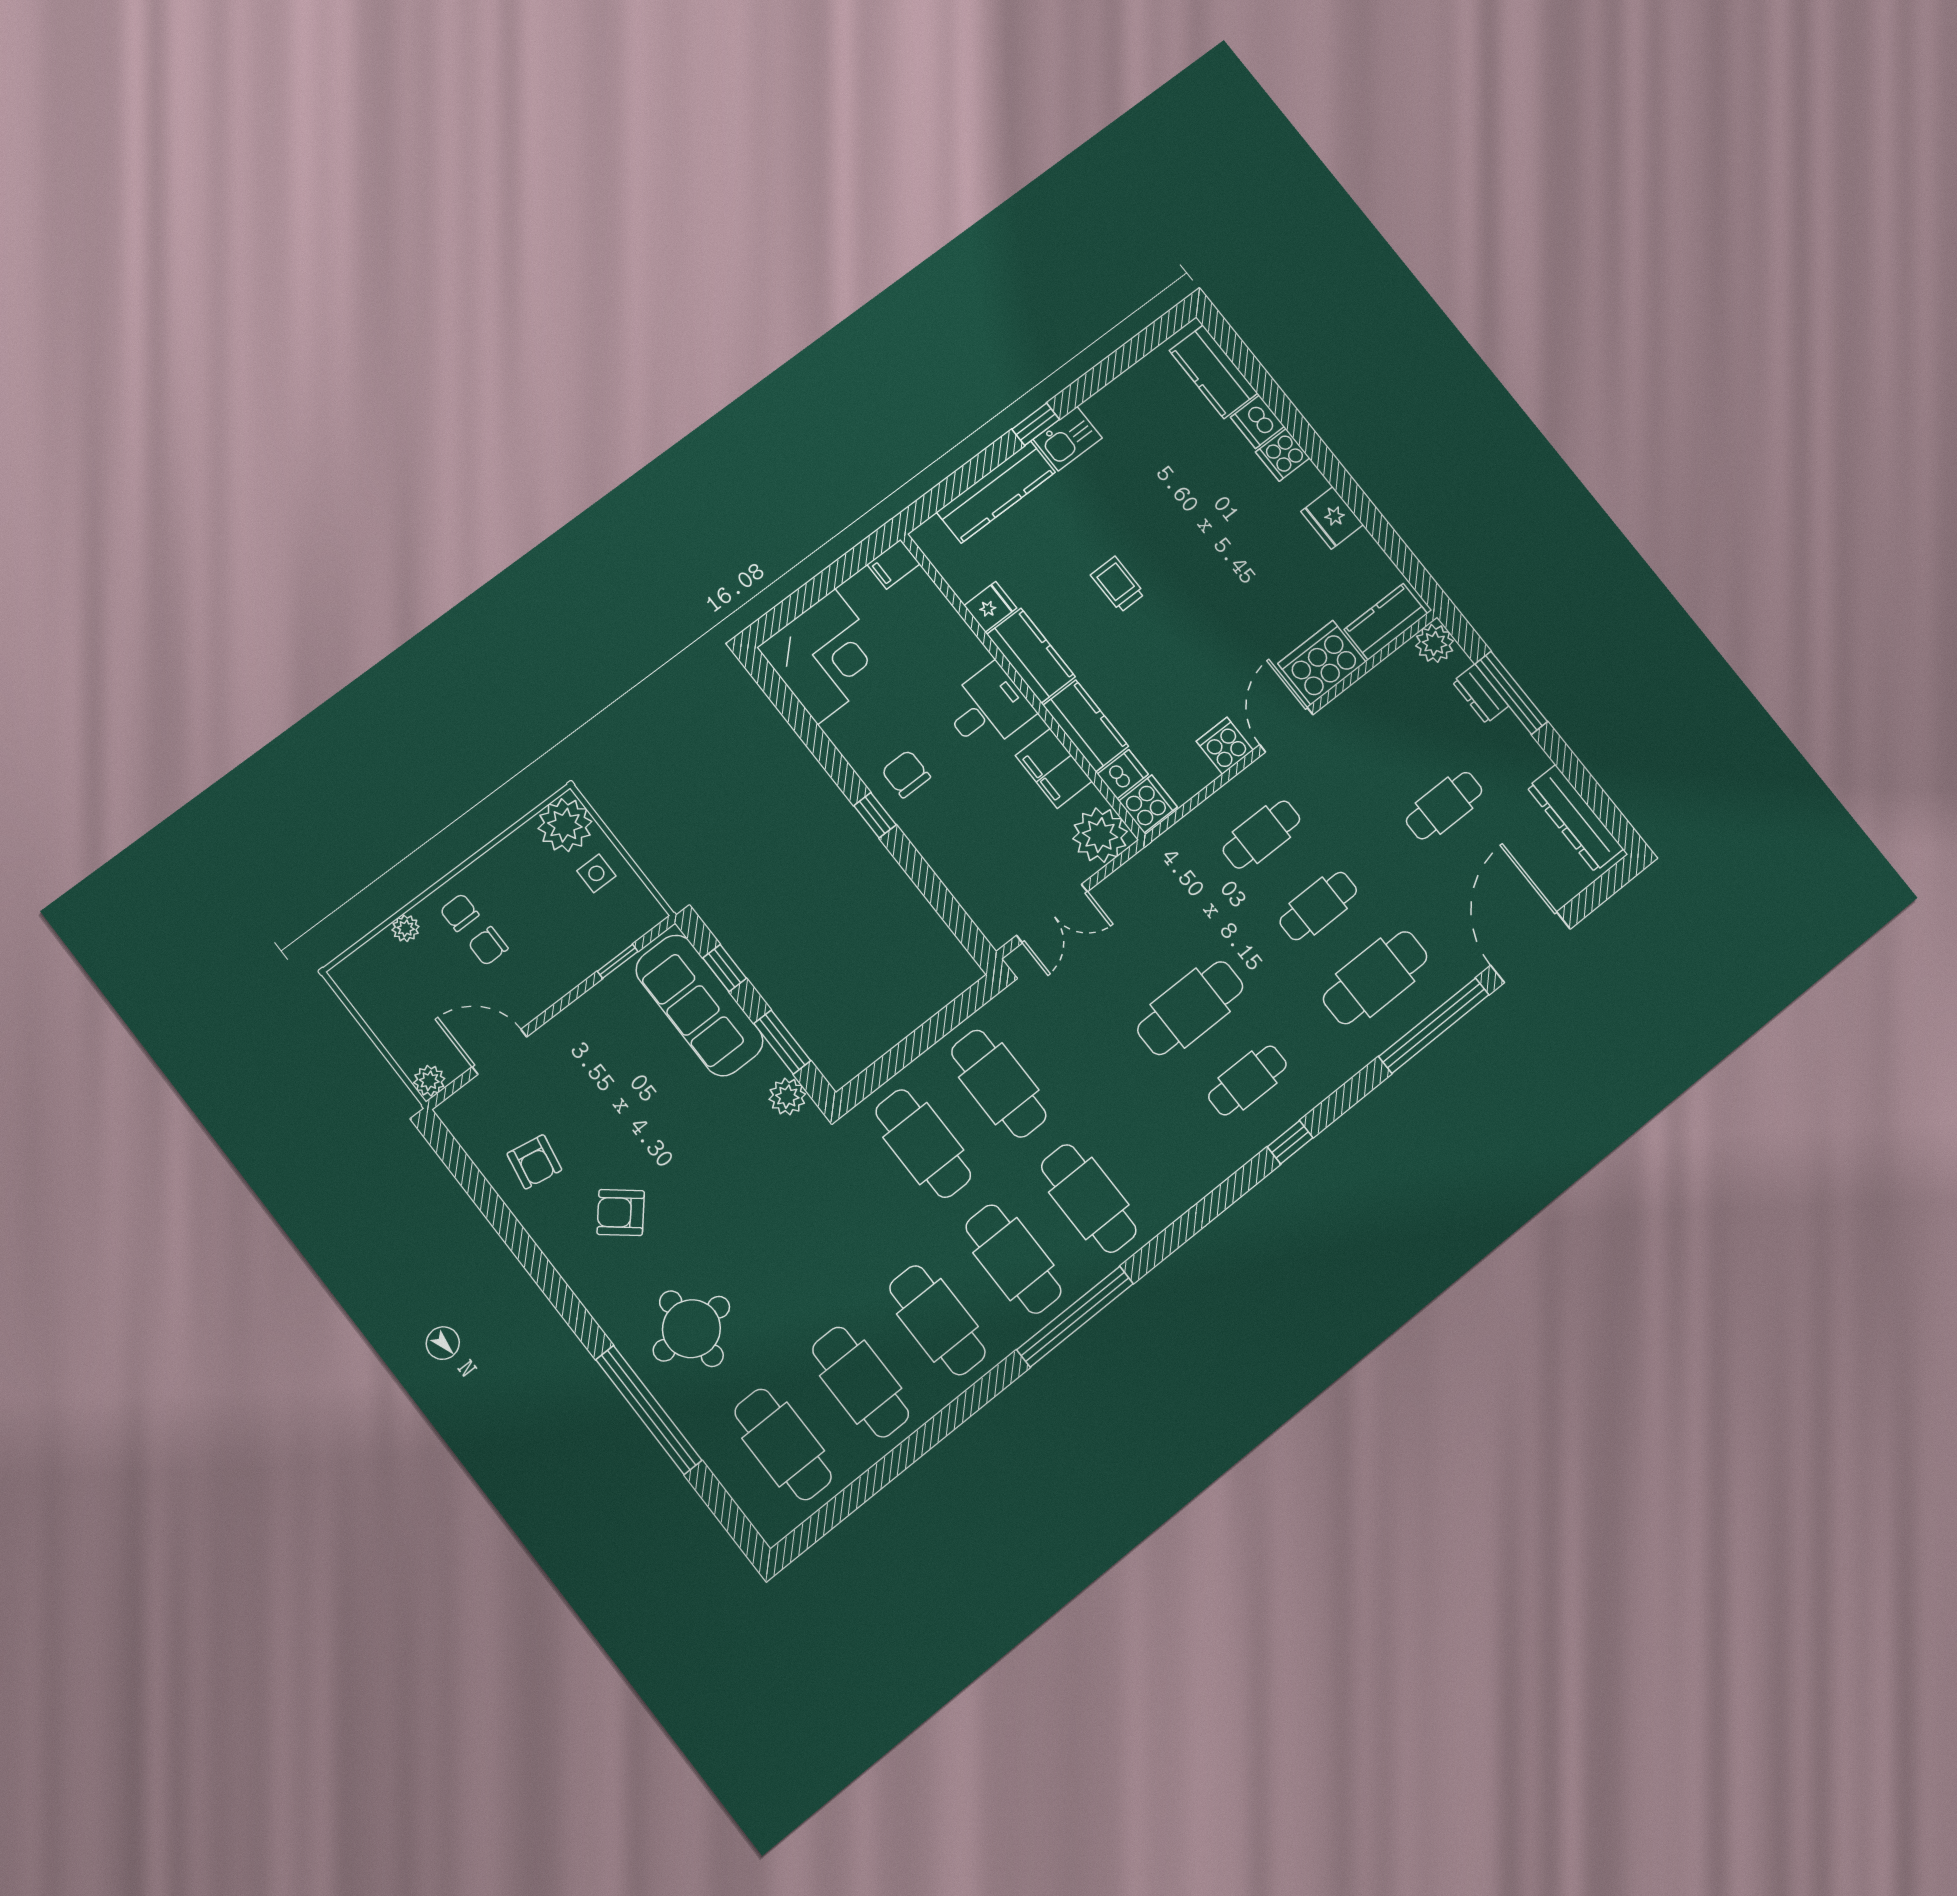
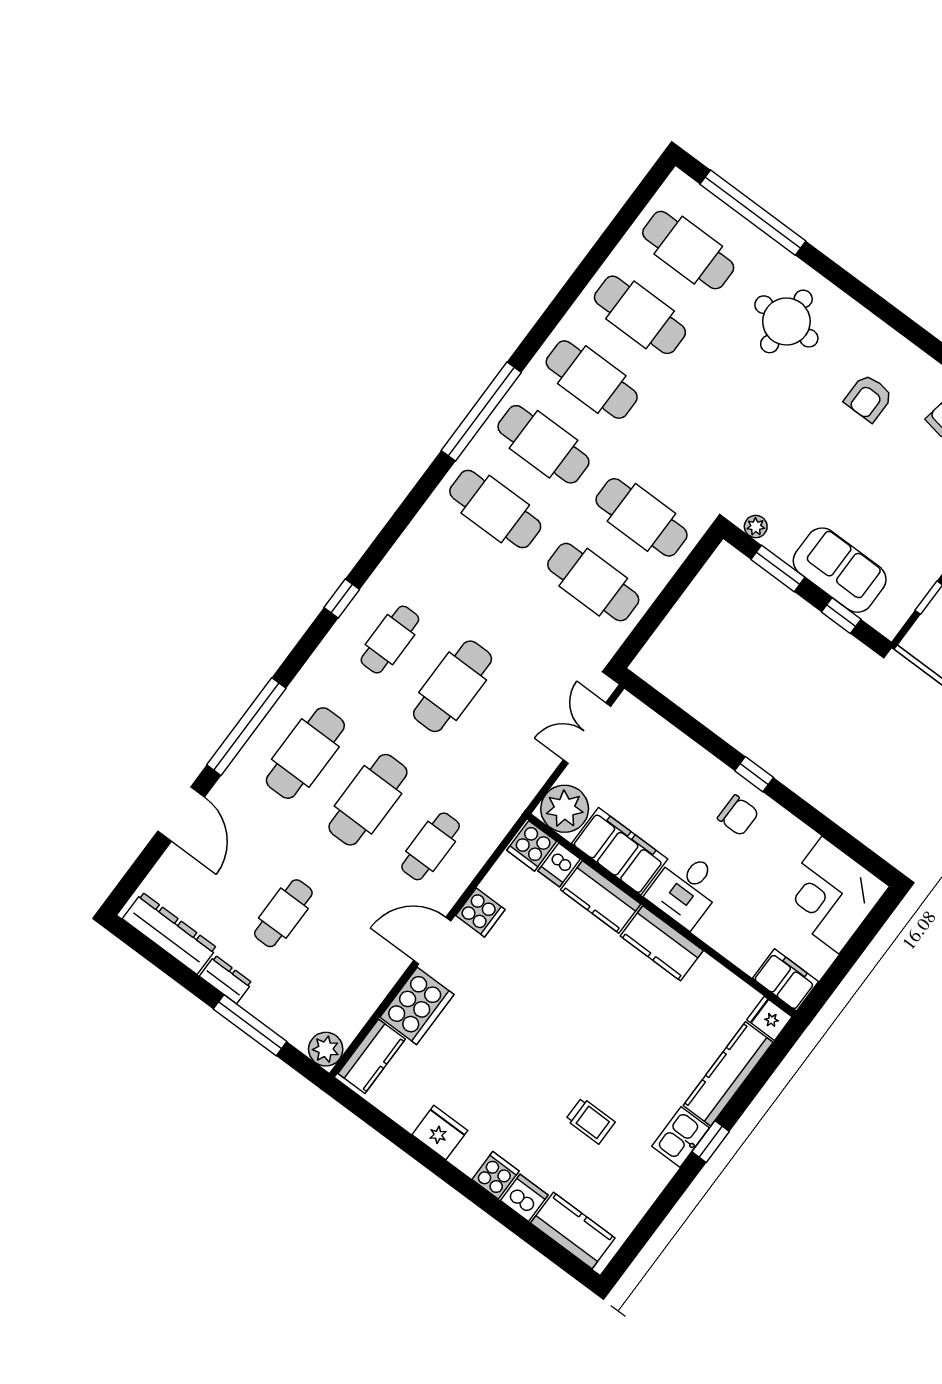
filing cabinet: (894, 564) -> (785, 980), width x2.00
trolley: (1118, 584) -> (590, 1121), moved
fridge: (990, 607) -> (769, 1018), moved, turned 90
dresser: (1480, 694) -> (226, 979), moved
door: (1286, 730) -> (432, 941), swing flipped
filing cabinet: (1054, 768) -> (620, 851), width x1.50, depth x1.17
cafe table: (1318, 906) -> (368, 800), width x1.37, depth x1.35
door: (1531, 947) -> (181, 814), width x0.73
sofa: (699, 1005) -> (840, 570), width x0.73
plant: (787, 1097) -> (756, 527), width x0.73, depth x0.73
armchair: (621, 1213) -> (869, 398), turned 140
window: (649, 1410) -> (753, 213), moved

